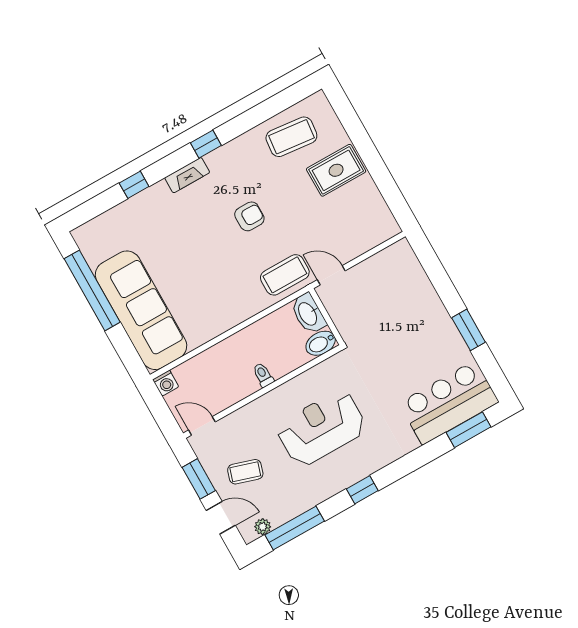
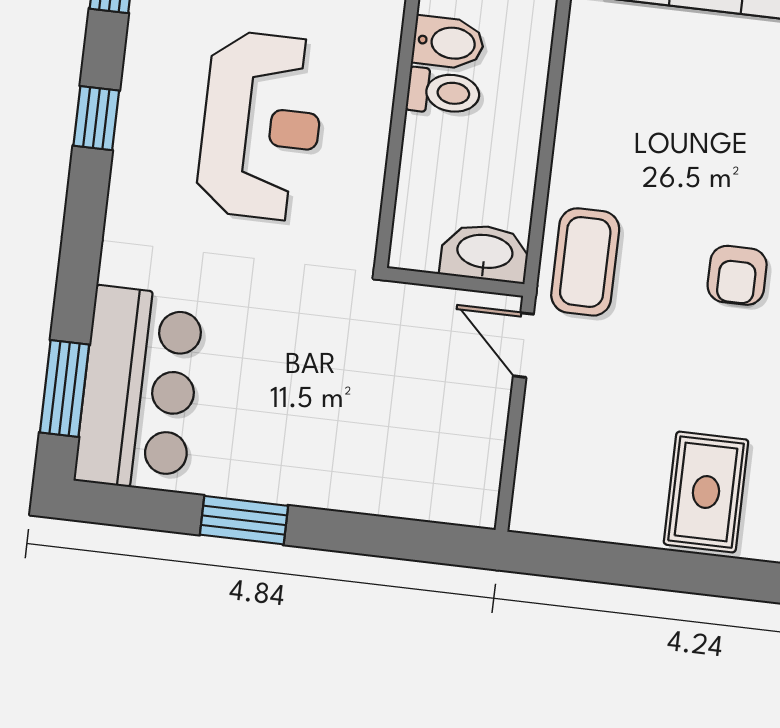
door: (331, 275) -> (523, 345), swing flipped
bidet: (321, 343) -> (448, 43), moved, turned 90
toilet: (263, 375) -> (443, 92), width x1.37, depth x1.39

